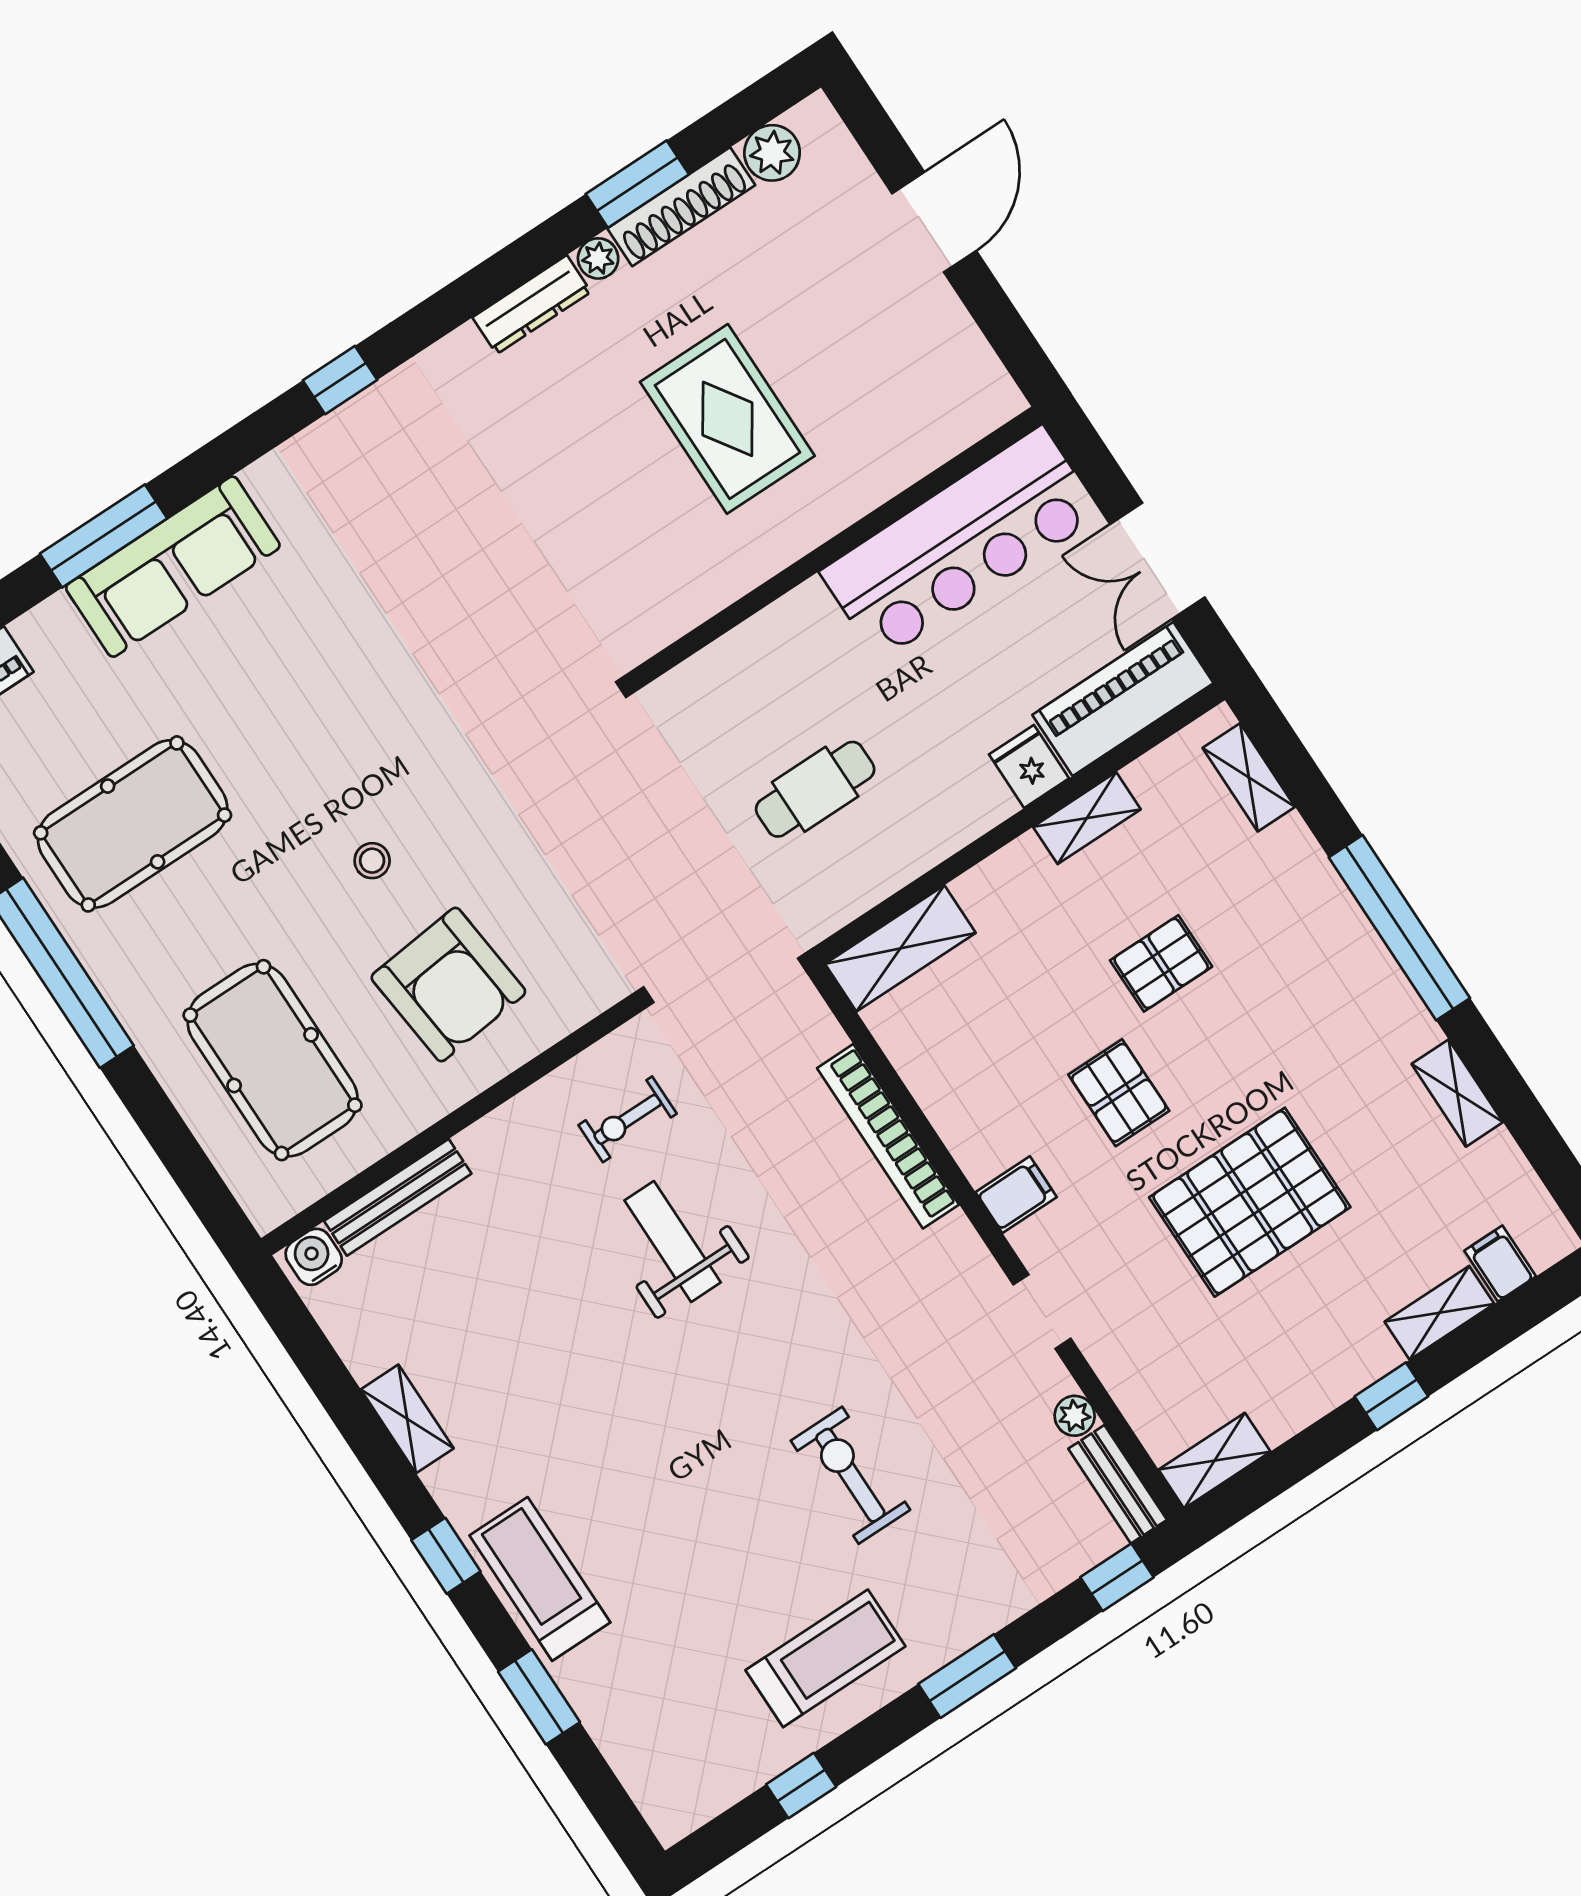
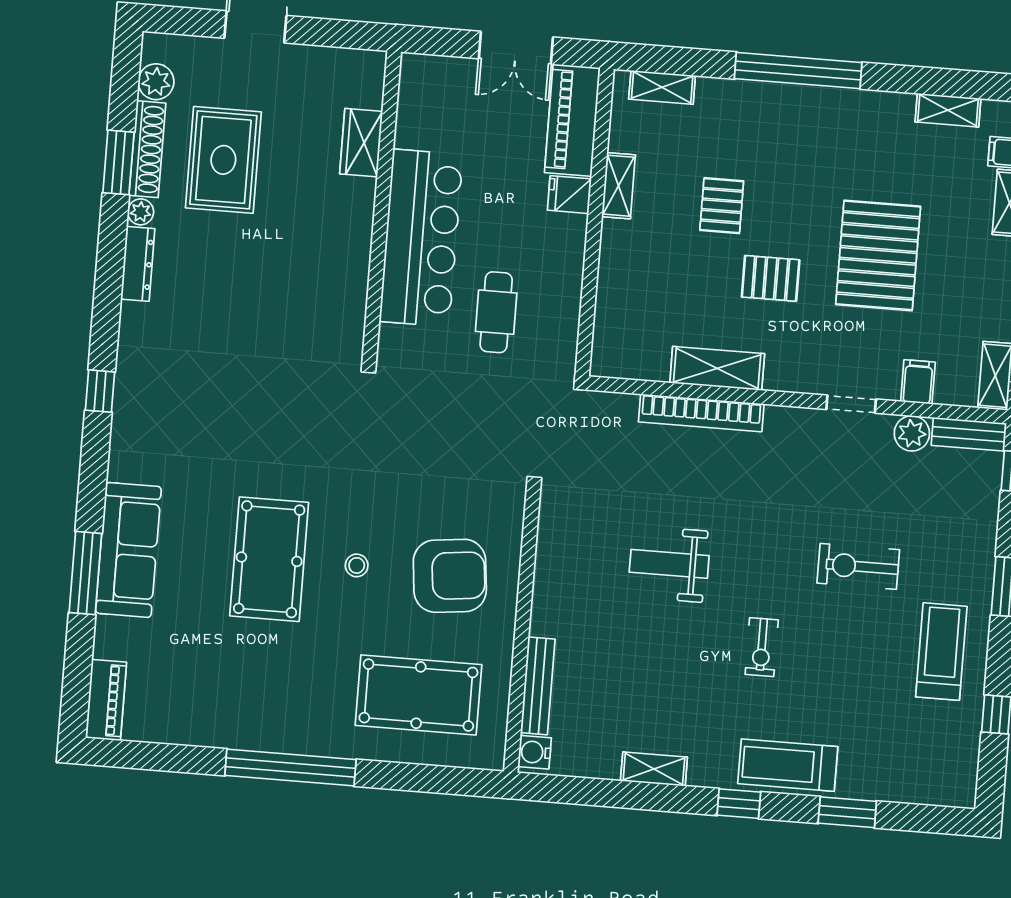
rug: (727, 419) -> (223, 160), moved, turned 90
wardrobe: (894, 462) -> (361, 143), added
bar counter: (961, 543) -> (421, 238), moved
pool table: (133, 824) -> (269, 559), moved
shelving: (900, 948) -> (717, 368), moved, turned 90
shelving: (1457, 1093) -> (948, 110), moved
exercise bike: (628, 1119) -> (762, 647), moved
filing cabinet: (1016, 1195) -> (918, 382), moved
plant: (1075, 1416) -> (912, 433), width x1.38, depth x1.38

